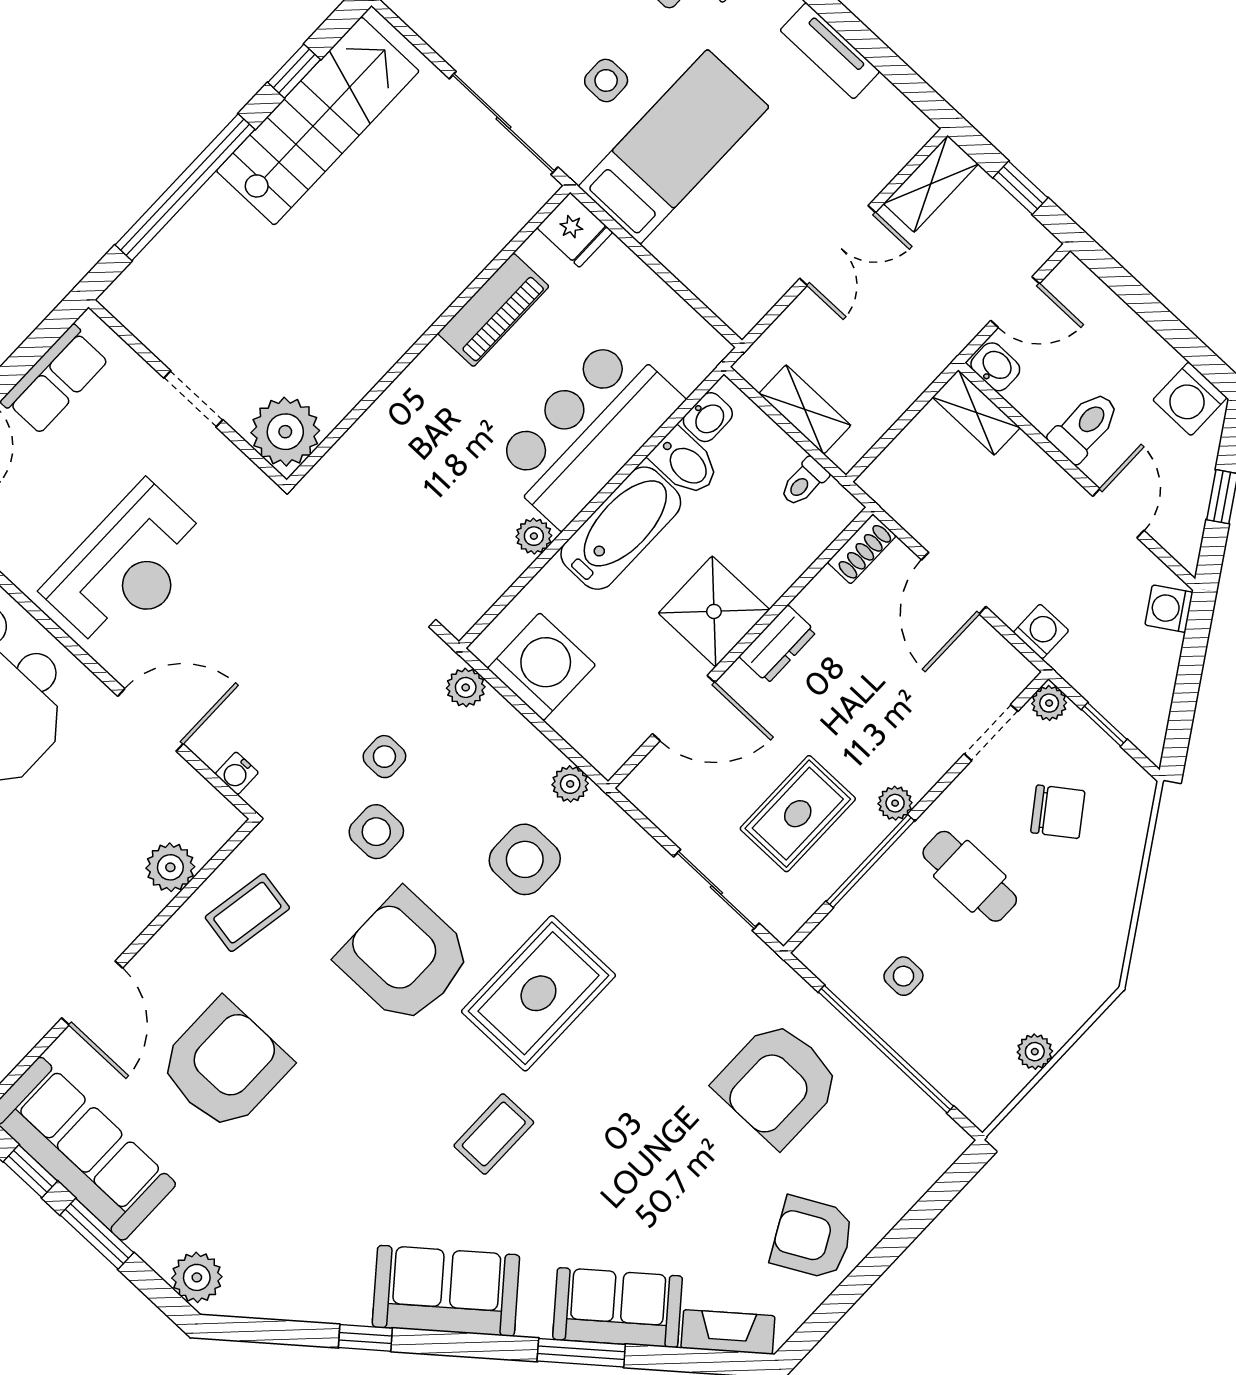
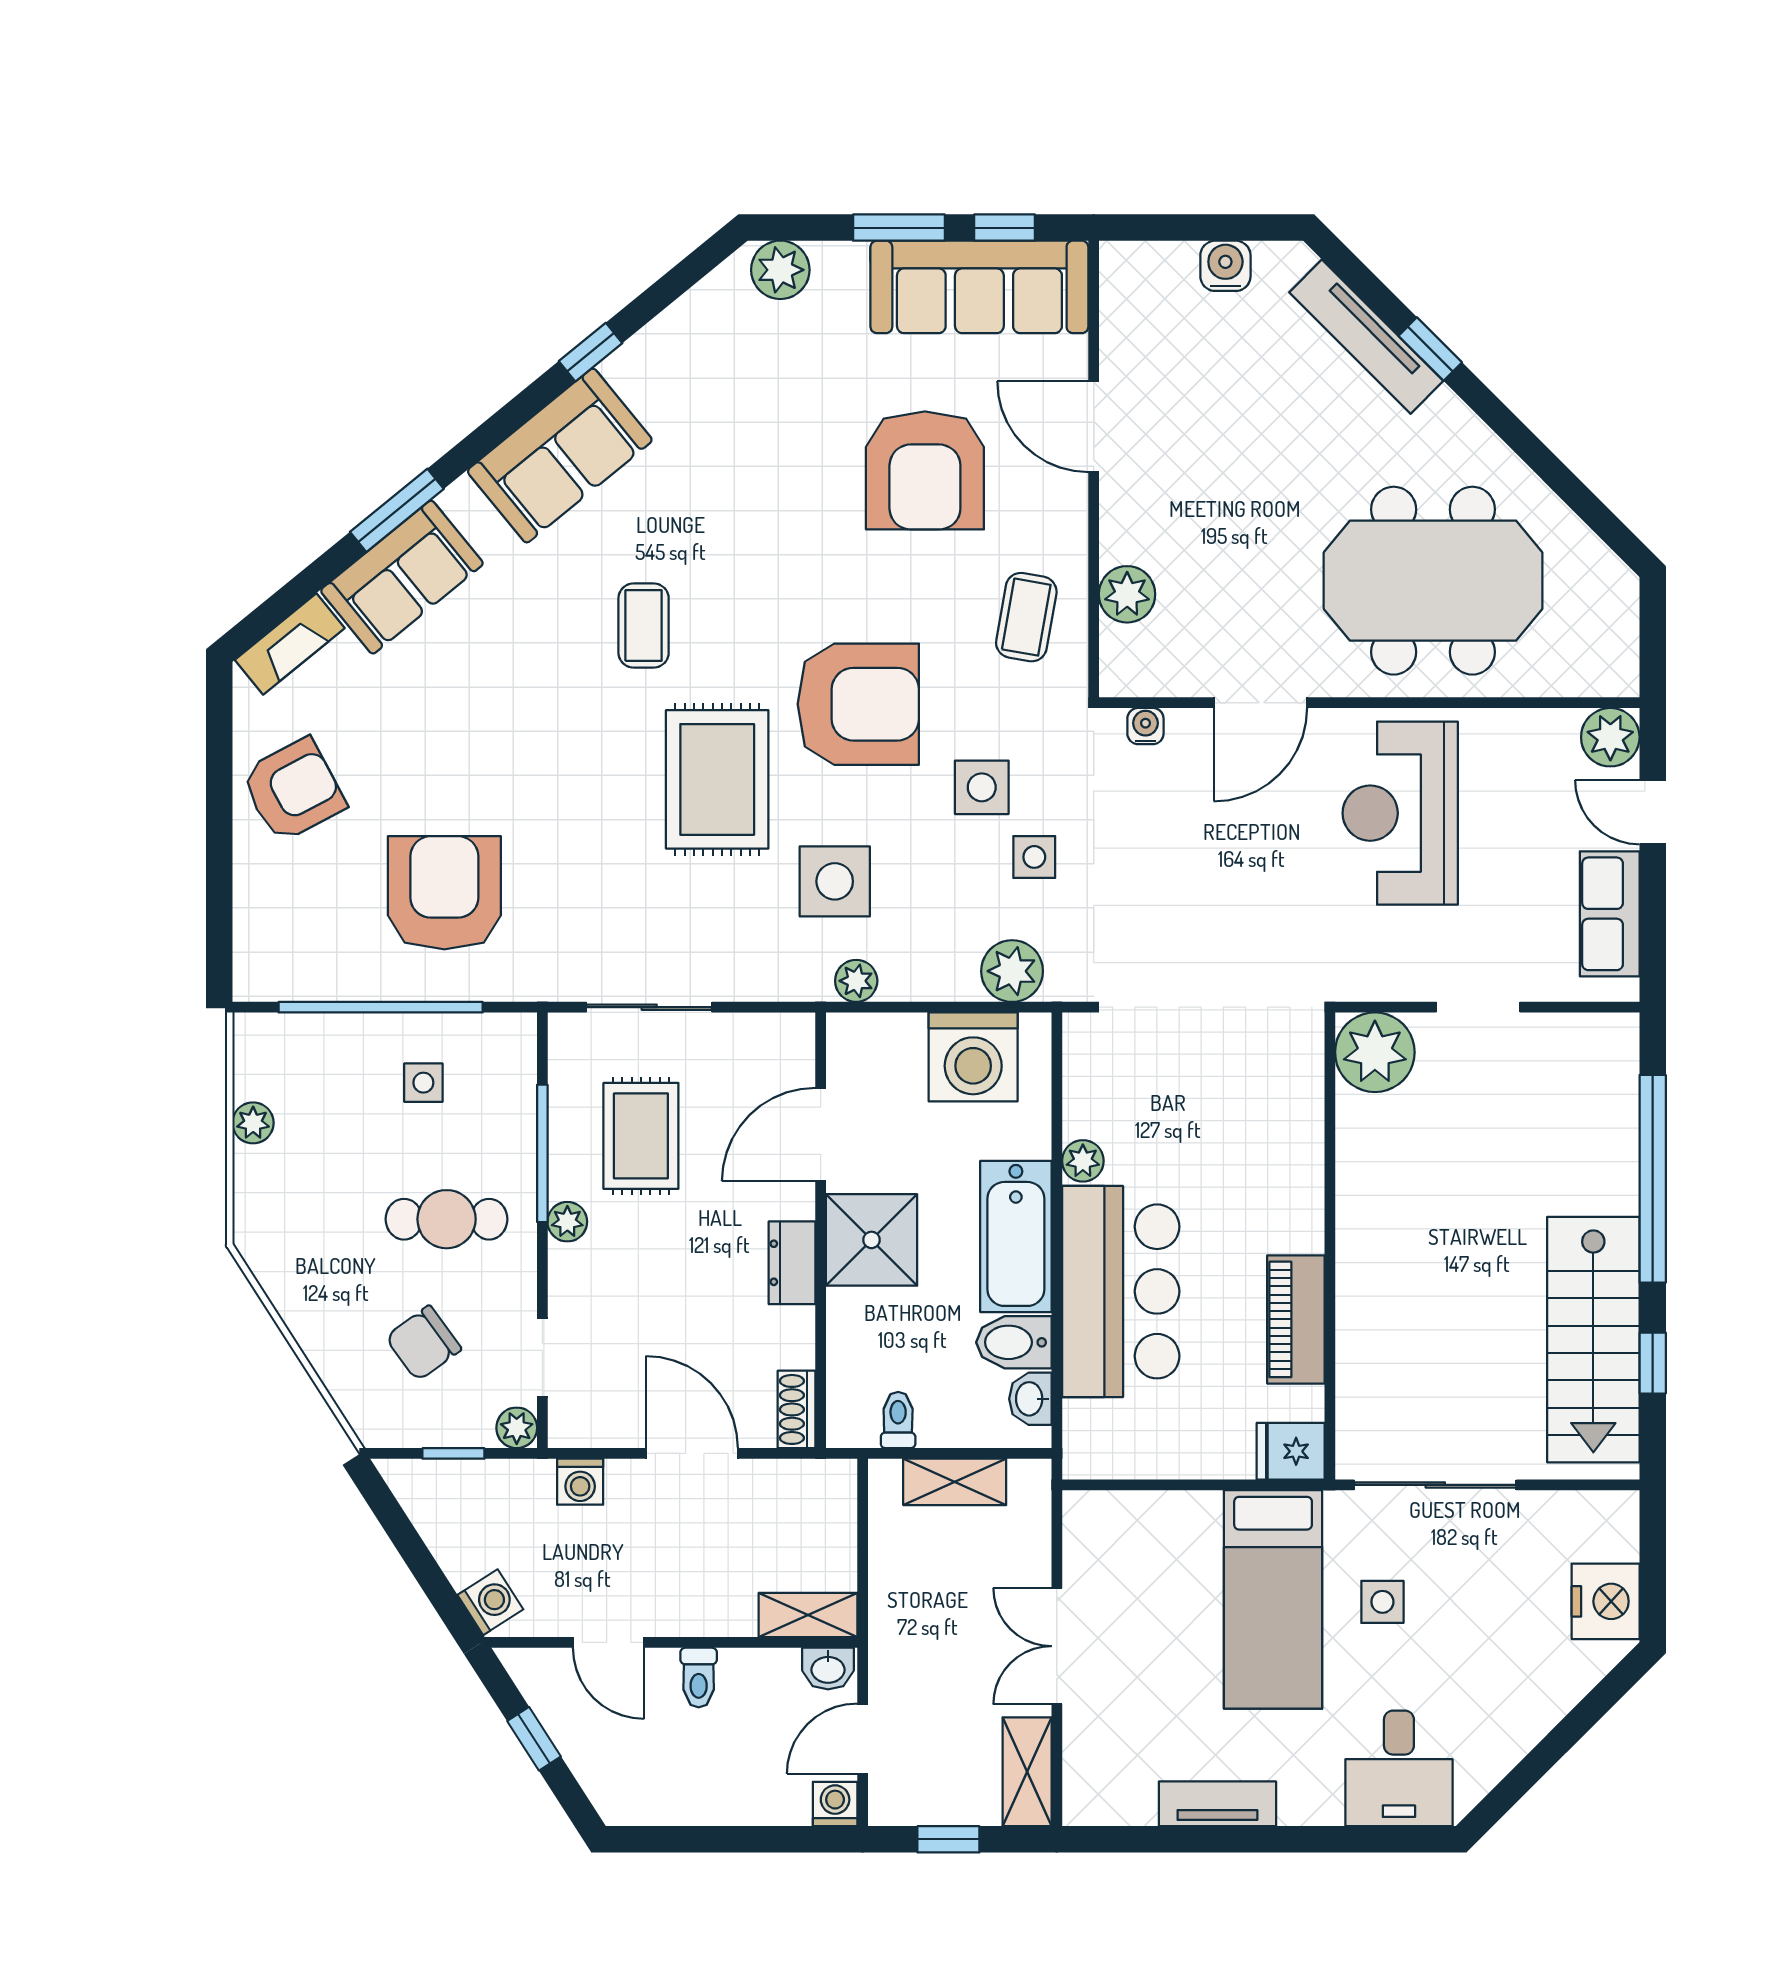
washing machine: (1190, 399) -> (835, 1804), moved, width x0.73, depth x0.73
toilet: (1085, 427) -> (699, 1677), width x0.73, depth x0.72
plant: (466, 687) -> (1012, 971), width x1.38, depth x1.38

